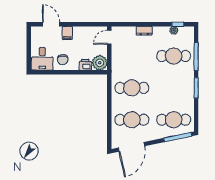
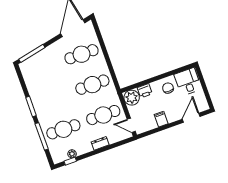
door: (51, 24) -> (191, 118), swing flipped
filing cabinet: (67, 33) -> (161, 119), moved
door: (109, 37) -> (131, 125), swing flipped
cafe table: (174, 120) -> (103, 115), moved

